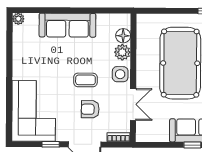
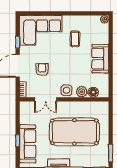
sofa: (67, 25) -> (100, 59), width x0.73
coffee table: (85, 80) -> (75, 39), moved

